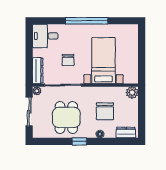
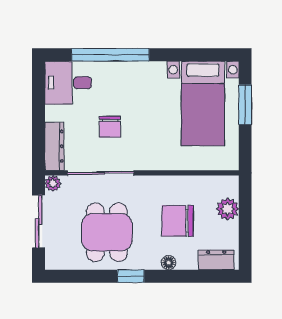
window: (87, 21) -> (110, 55), moved
window: (142, 48) -> (245, 105), added
bed with nightstands: (104, 61) -> (203, 104), moved, turned 180
plant: (132, 93) -> (228, 209), moved
chair: (105, 111) -> (178, 221), turned 90

